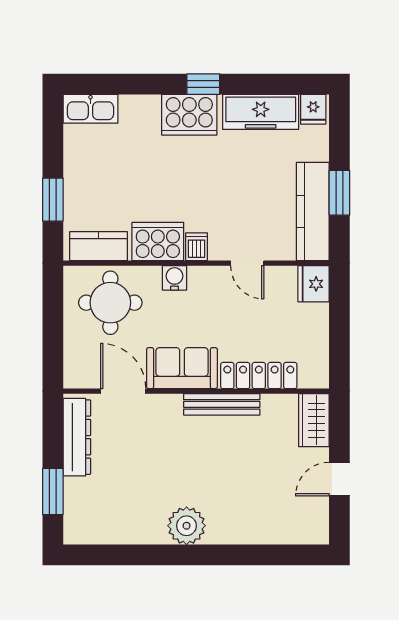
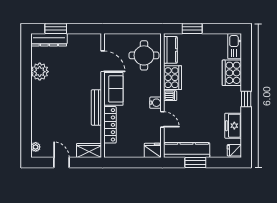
freezer: (261, 112) -> (233, 126), width x0.71
cooker: (189, 115) -> (232, 73), moved
door: (247, 263) -> (162, 119), swing flipped
water cooler: (175, 278) -> (156, 103), moved
door: (123, 391) -> (103, 61), hinge flipped
dresser: (77, 437) -> (49, 40), moved
plant: (187, 526) -> (40, 72), moved
plant: (306, 535) -> (36, 147), added

